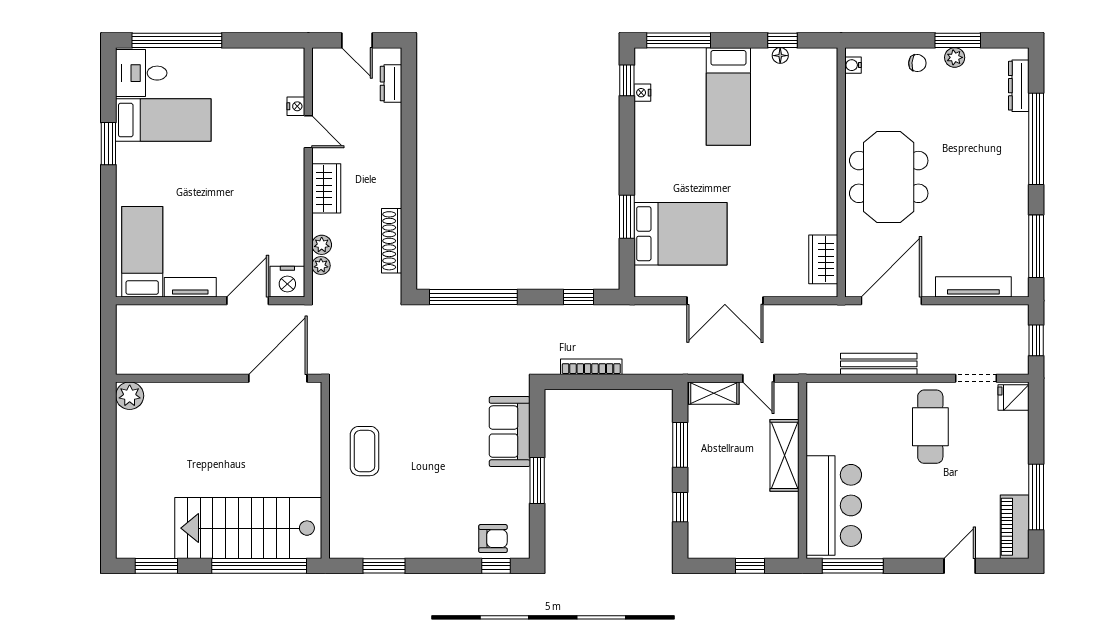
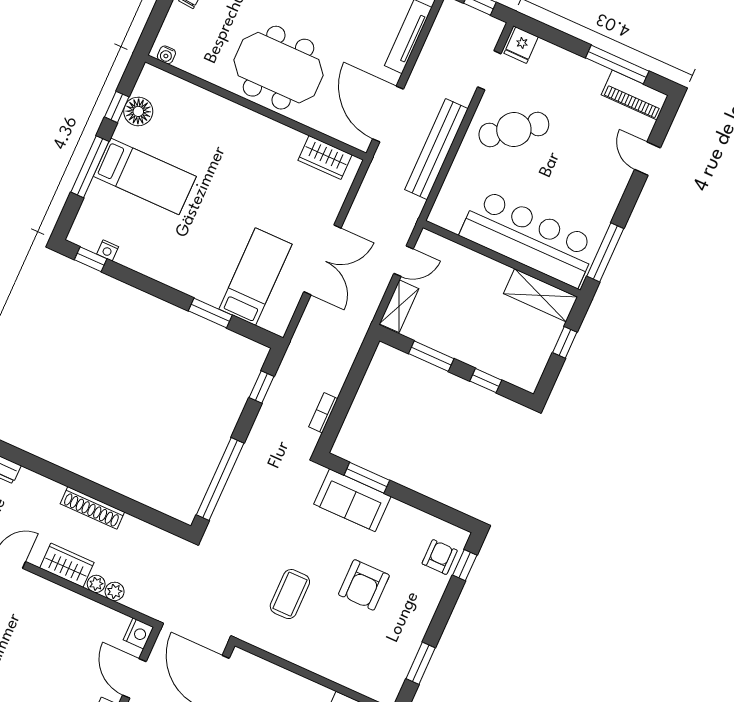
window: (679, 40) -> (90, 167), moved
floor lamp: (780, 56) -> (138, 111), width x1.89, depth x1.89
bed: (681, 234) -> (255, 277), width x0.67
shoe rack: (392, 241) -> (92, 508), moved
plant: (321, 266) -> (96, 584), moved
nightstand: (287, 282) -> (138, 633), width x0.74, depth x0.75
bench: (879, 364) -> (436, 149), width x1.37, depth x1.21
bookcase: (591, 367) -> (323, 413), width x0.64
cafe table: (930, 427) -> (514, 130), turned -37
coffee table: (365, 451) -> (290, 594), moved, turned 90
shelving: (784, 455) -> (540, 295), moved
armchair: (434, 479) -> (364, 585), added
window: (537, 480) -> (367, 478), moved
bar counter: (834, 505) -> (529, 238), width x1.36

